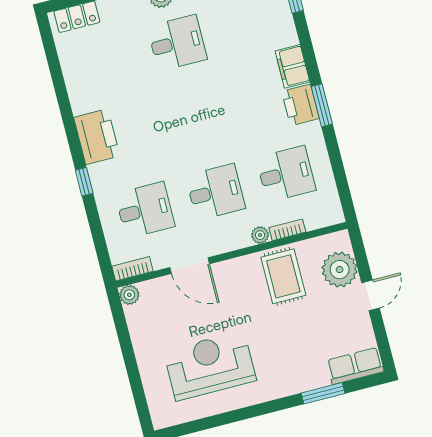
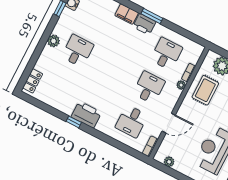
window: (84, 182) -> (74, 122), moved
desk: (145, 210) -> (132, 121), turned 180
rug: (283, 276) -> (205, 90), turned 90
plant: (129, 295) -> (169, 162), moved

